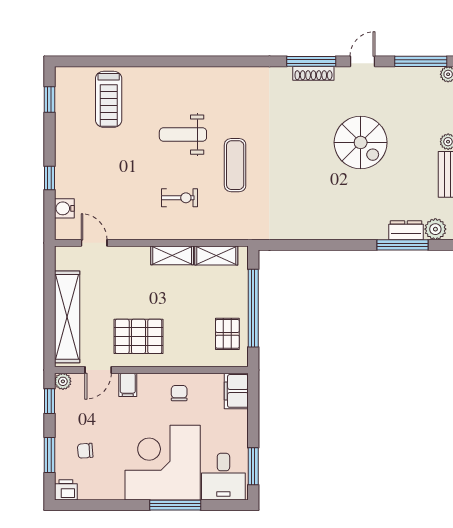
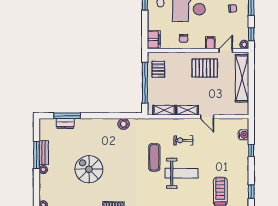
weight bench: (183, 135) -> (182, 173), width x1.36, depth x1.33
plant: (435, 229) -> (124, 124), moved
door: (94, 243) -> (207, 117), moved

